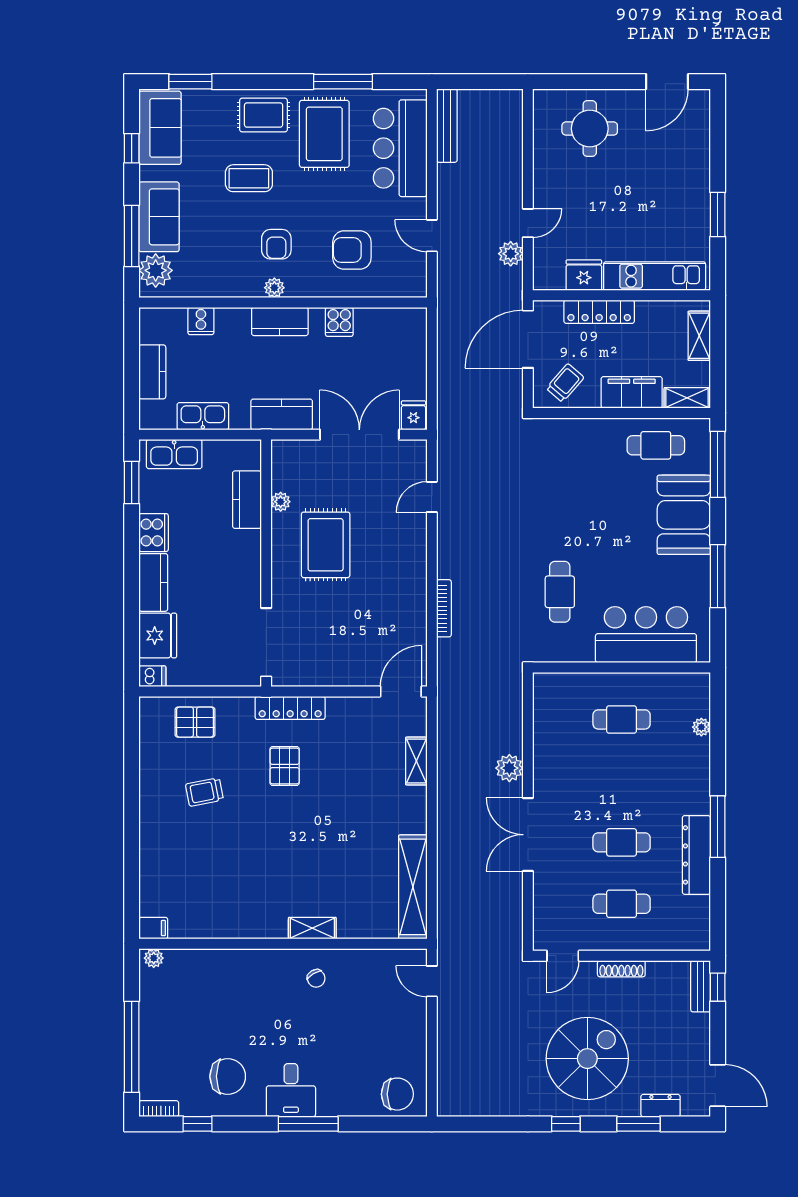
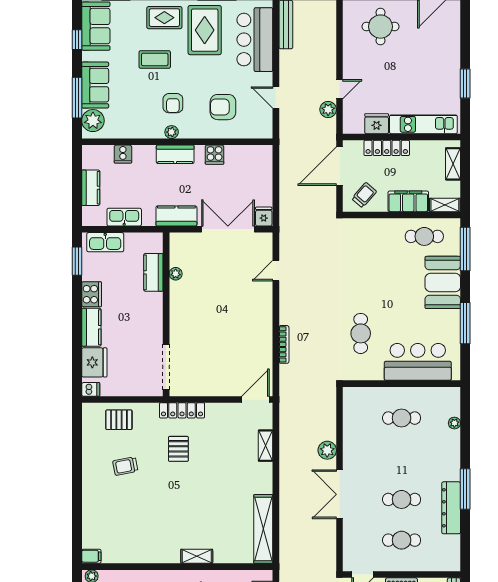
rug: (326, 545) -> (205, 302), removed

